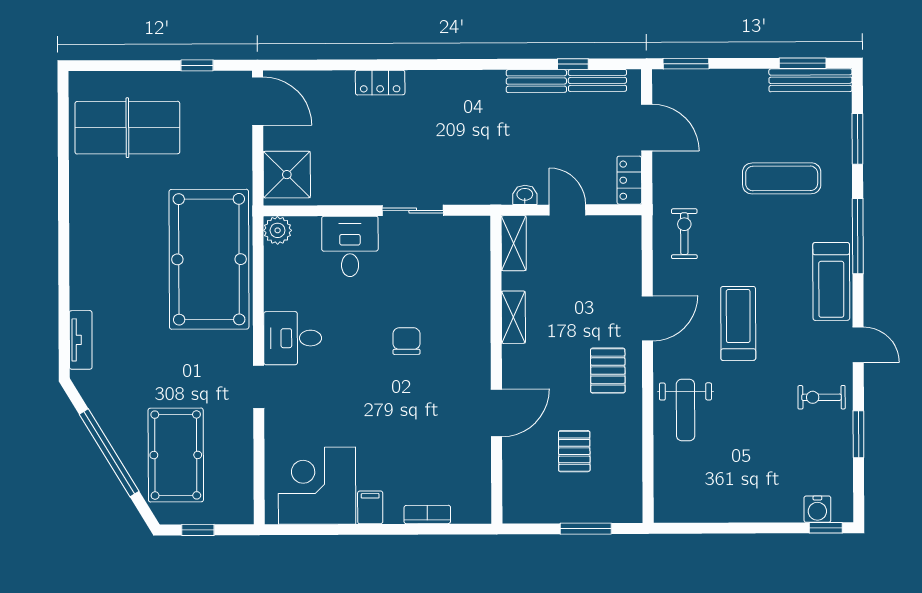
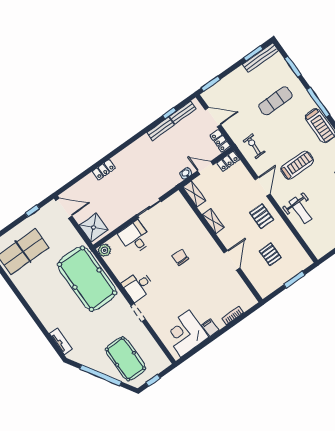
locker: (617, 227) -> (228, 161), added
treadmill: (738, 323) -> (297, 165), turned 90

